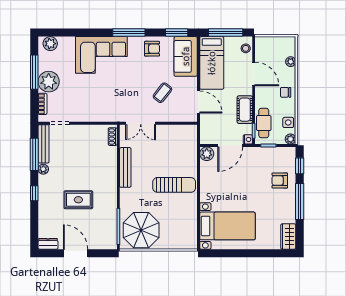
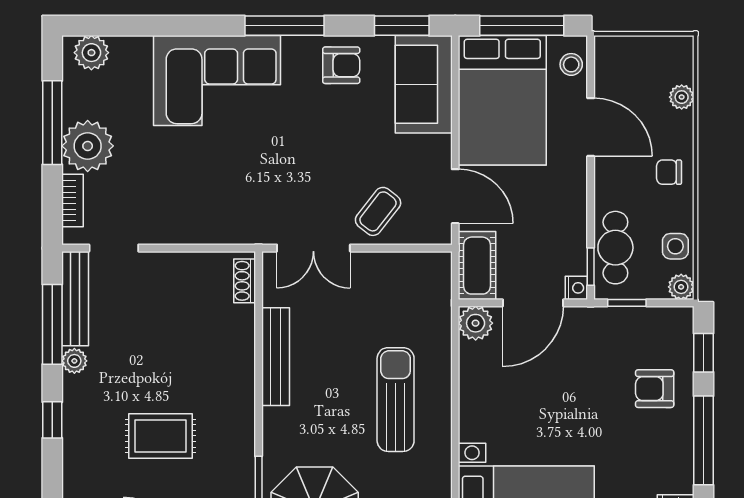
bed: (212, 63) -> (502, 100), width x1.50
coffee table: (162, 93) -> (378, 211), moved
cot: (245, 110) -> (477, 266), moved
sun lounger: (174, 185) -> (396, 400), turned -90

